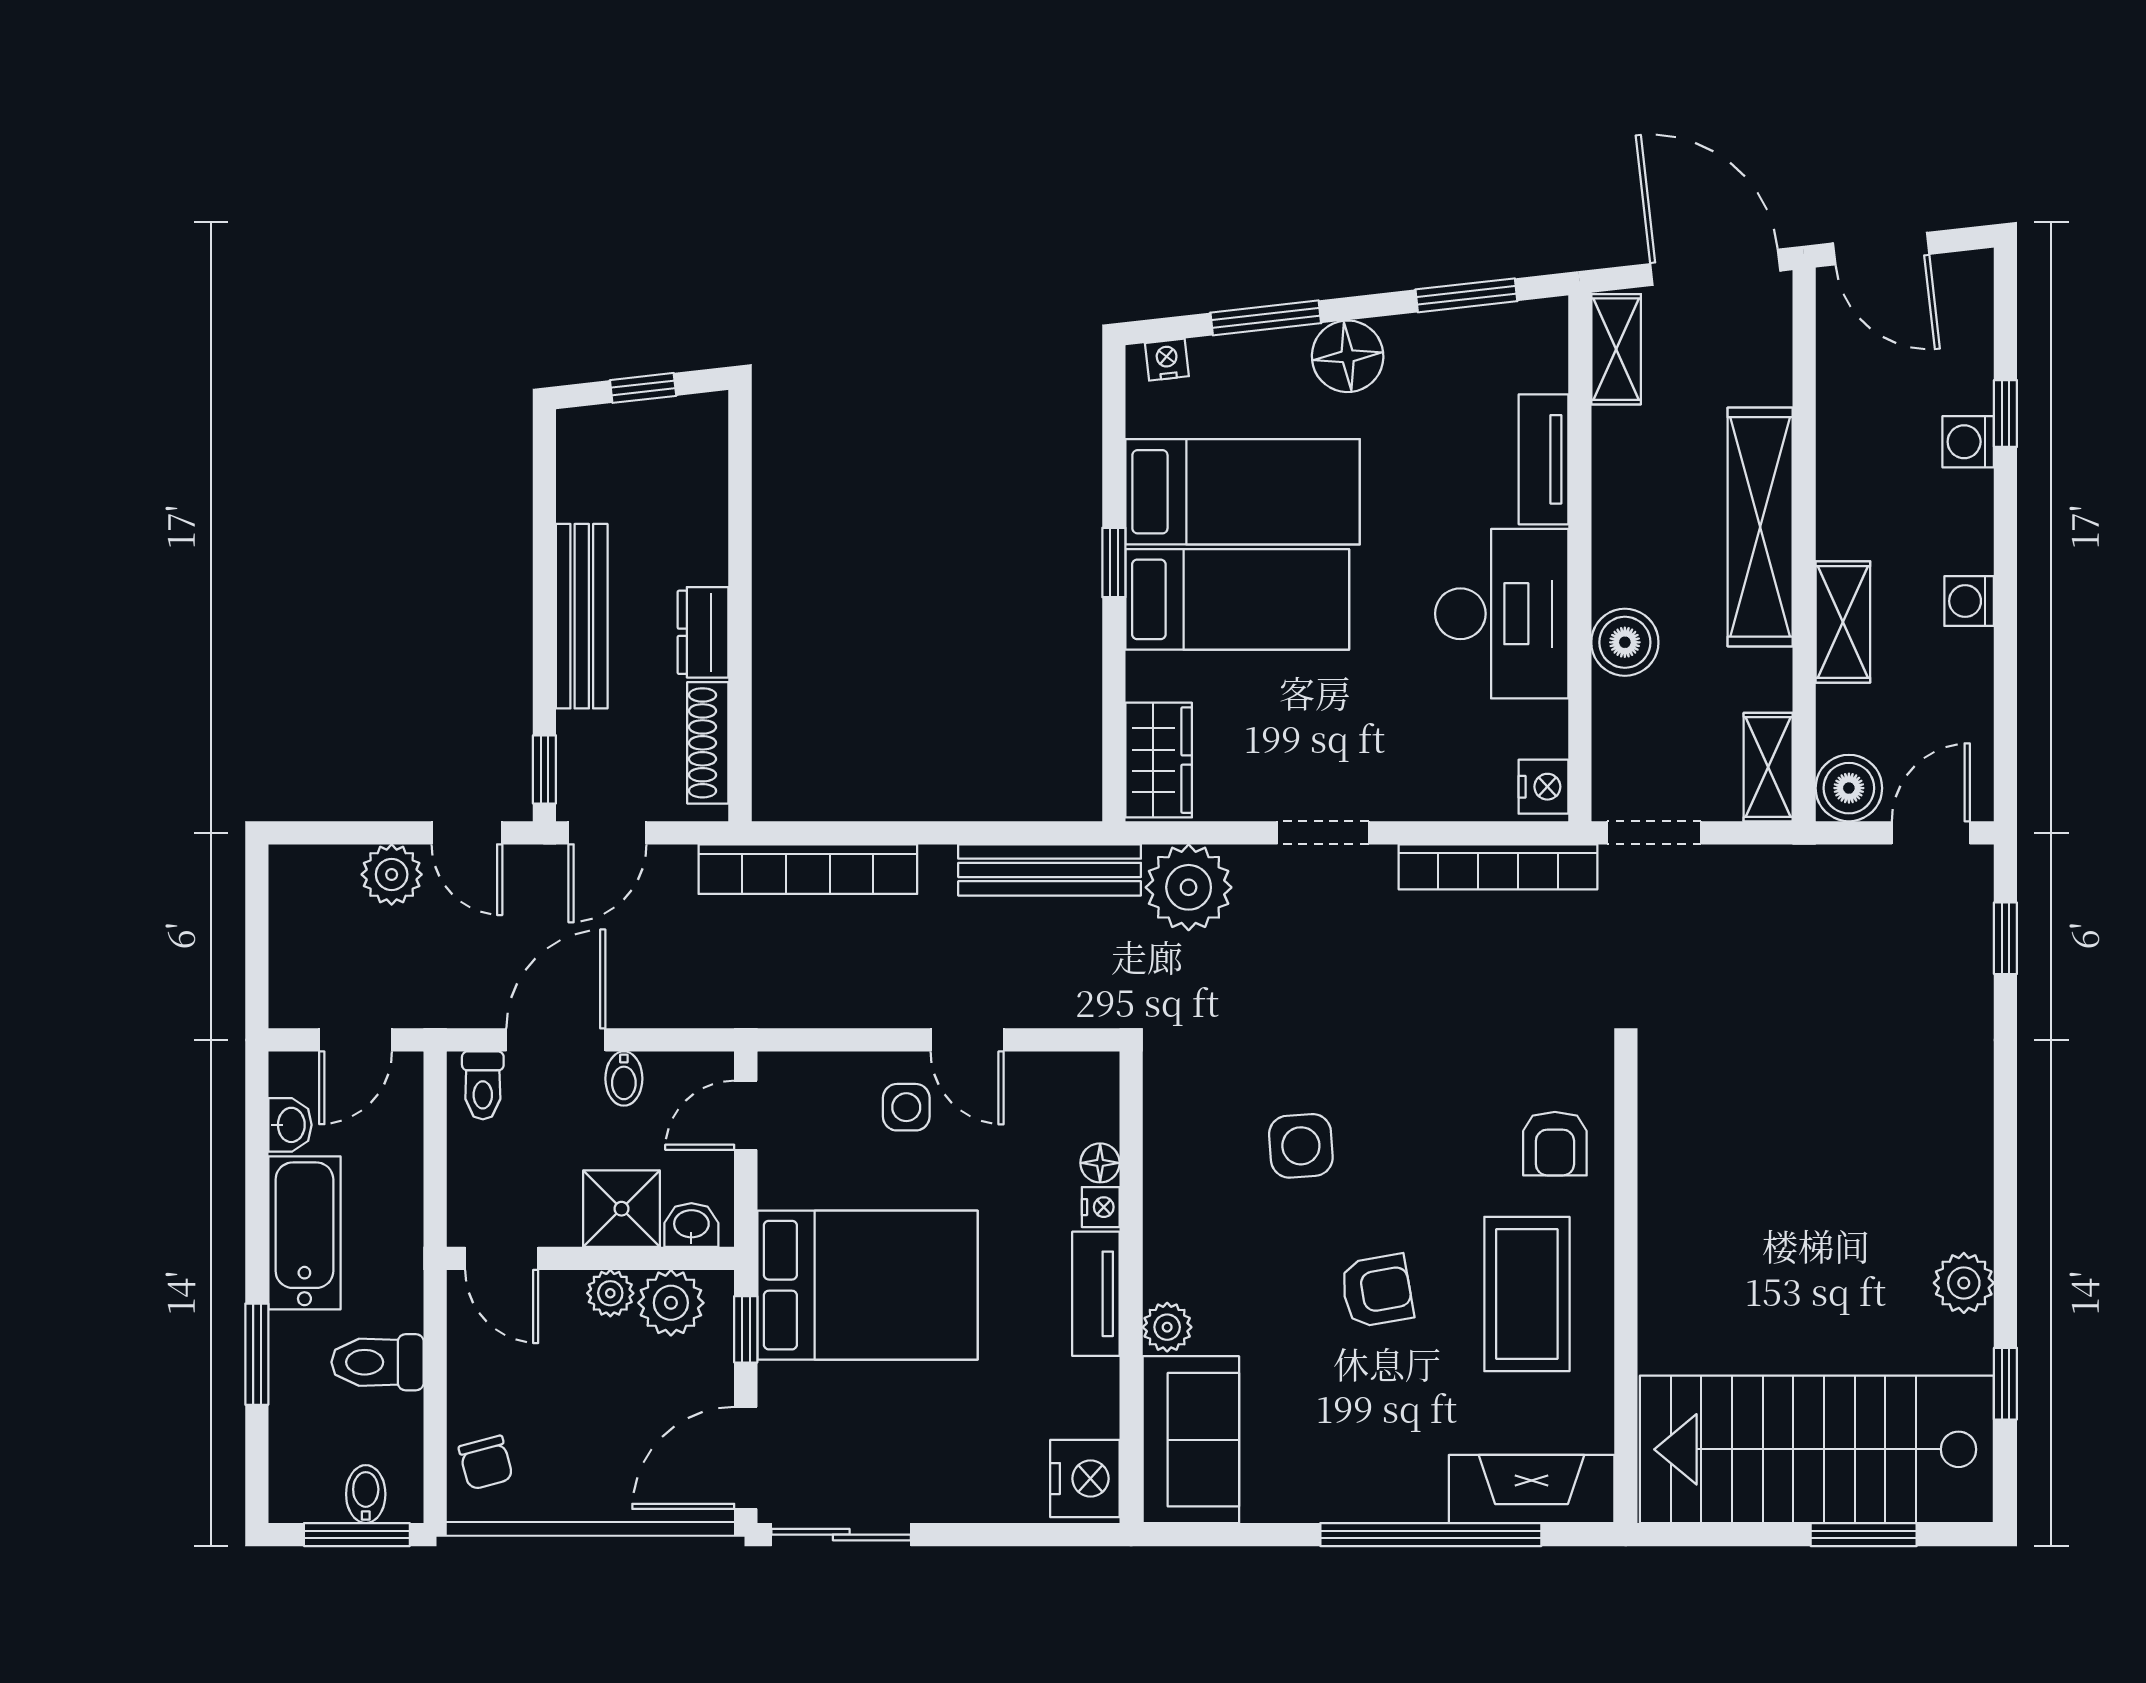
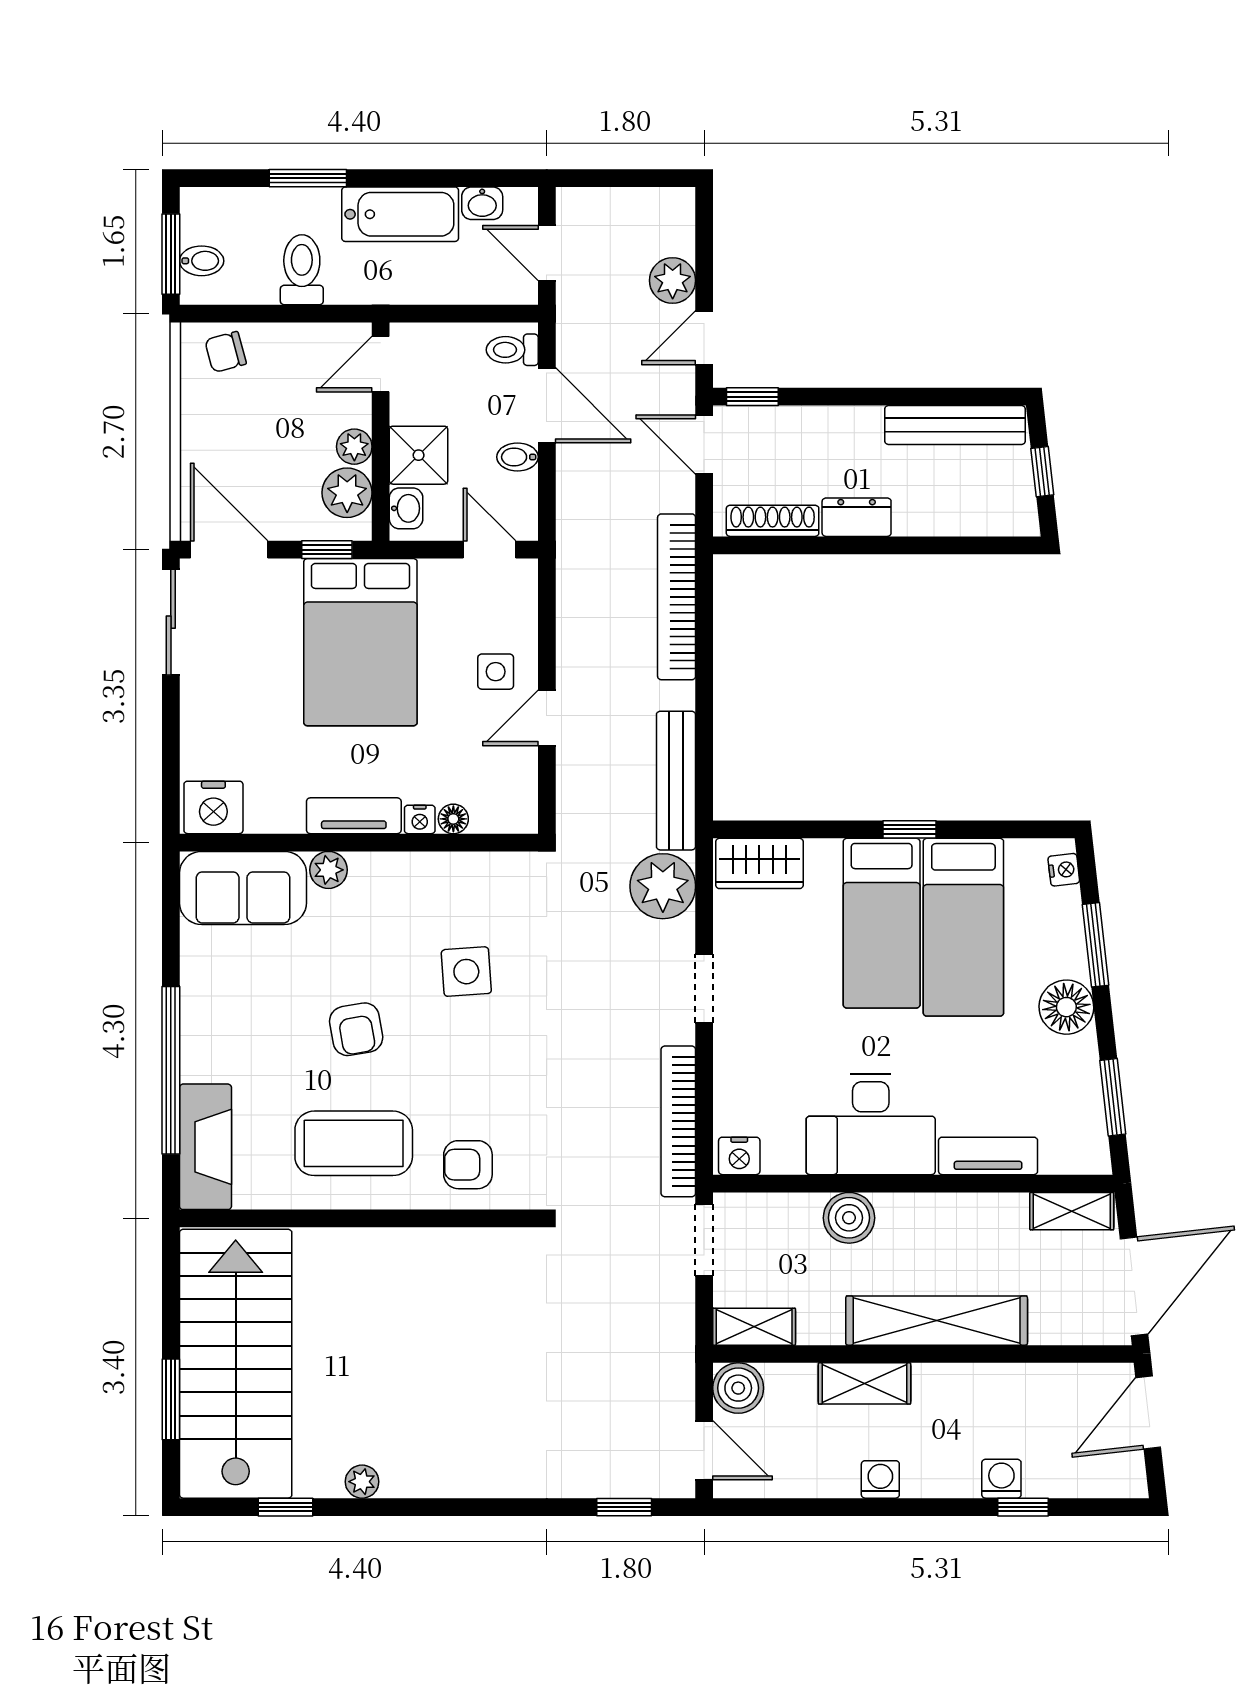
bench: (582, 616) -> (955, 425), moved
plant: (1964, 1283) -> (362, 1482), width x0.73, depth x0.73

